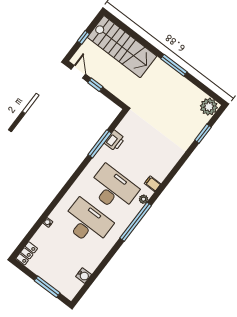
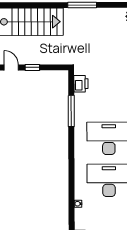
printer: (115, 141) -> (81, 84), moved

